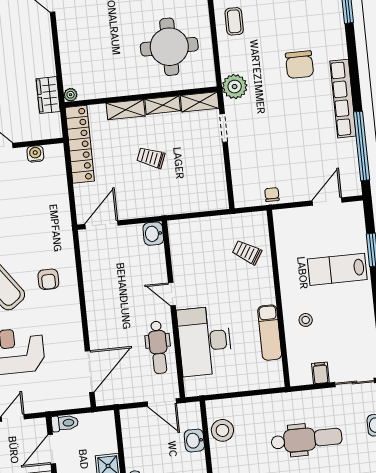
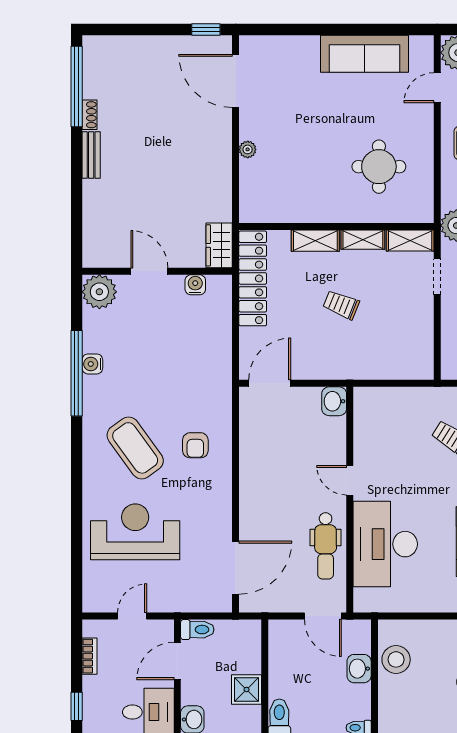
round table: (169, 47) -> (379, 167), width x0.73, depth x0.73
wardrobe: (48, 95) -> (219, 245), moved
plant: (71, 95) -> (248, 149), moved

